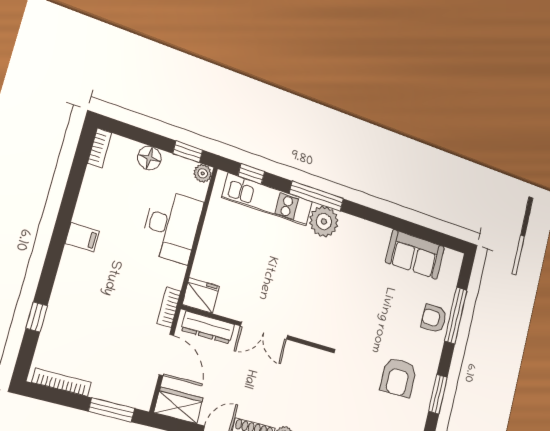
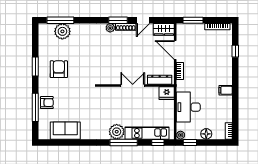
fridge: (201, 295) -> (167, 93), moved
dresser: (208, 327) -> (160, 80), moved
wall: (258, 329) -> (136, 86), moved
double door: (264, 331) -> (133, 86), moved

